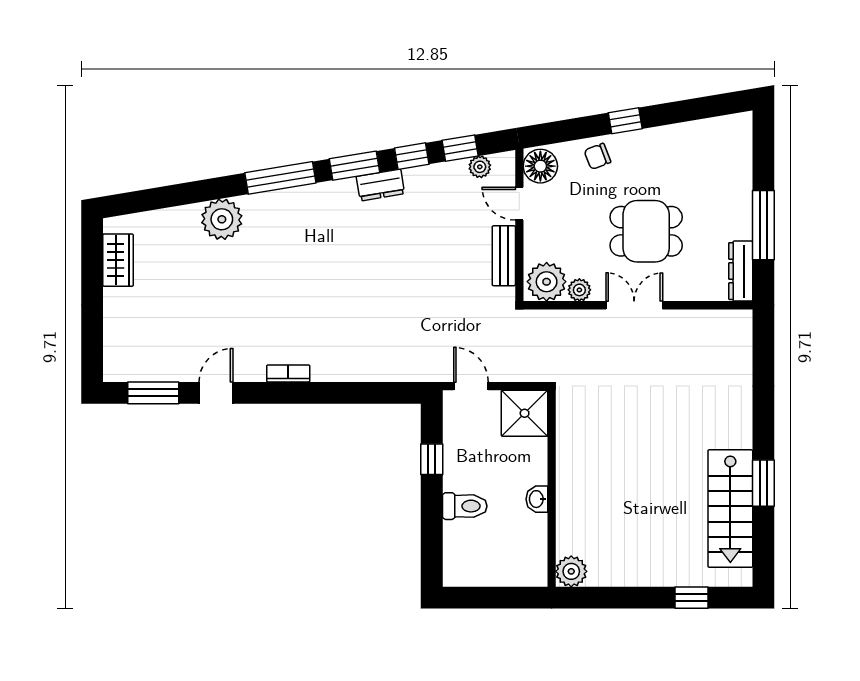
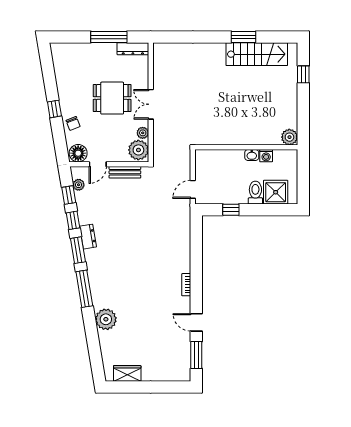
dining table: (646, 231) -> (112, 98), turned 90
shower: (525, 413) -> (276, 192), moved
washing machine: (536, 527) -> (266, 156), added

